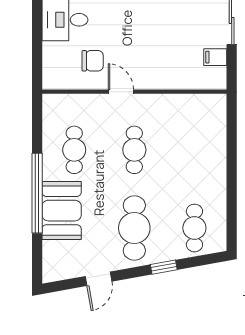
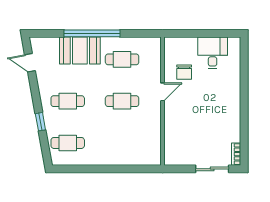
filing cabinet: (215, 57) -> (187, 157), removed
cafe table: (134, 228) -> (68, 101), width x0.73, depth x0.74
door: (99, 279) -> (30, 63), moved

